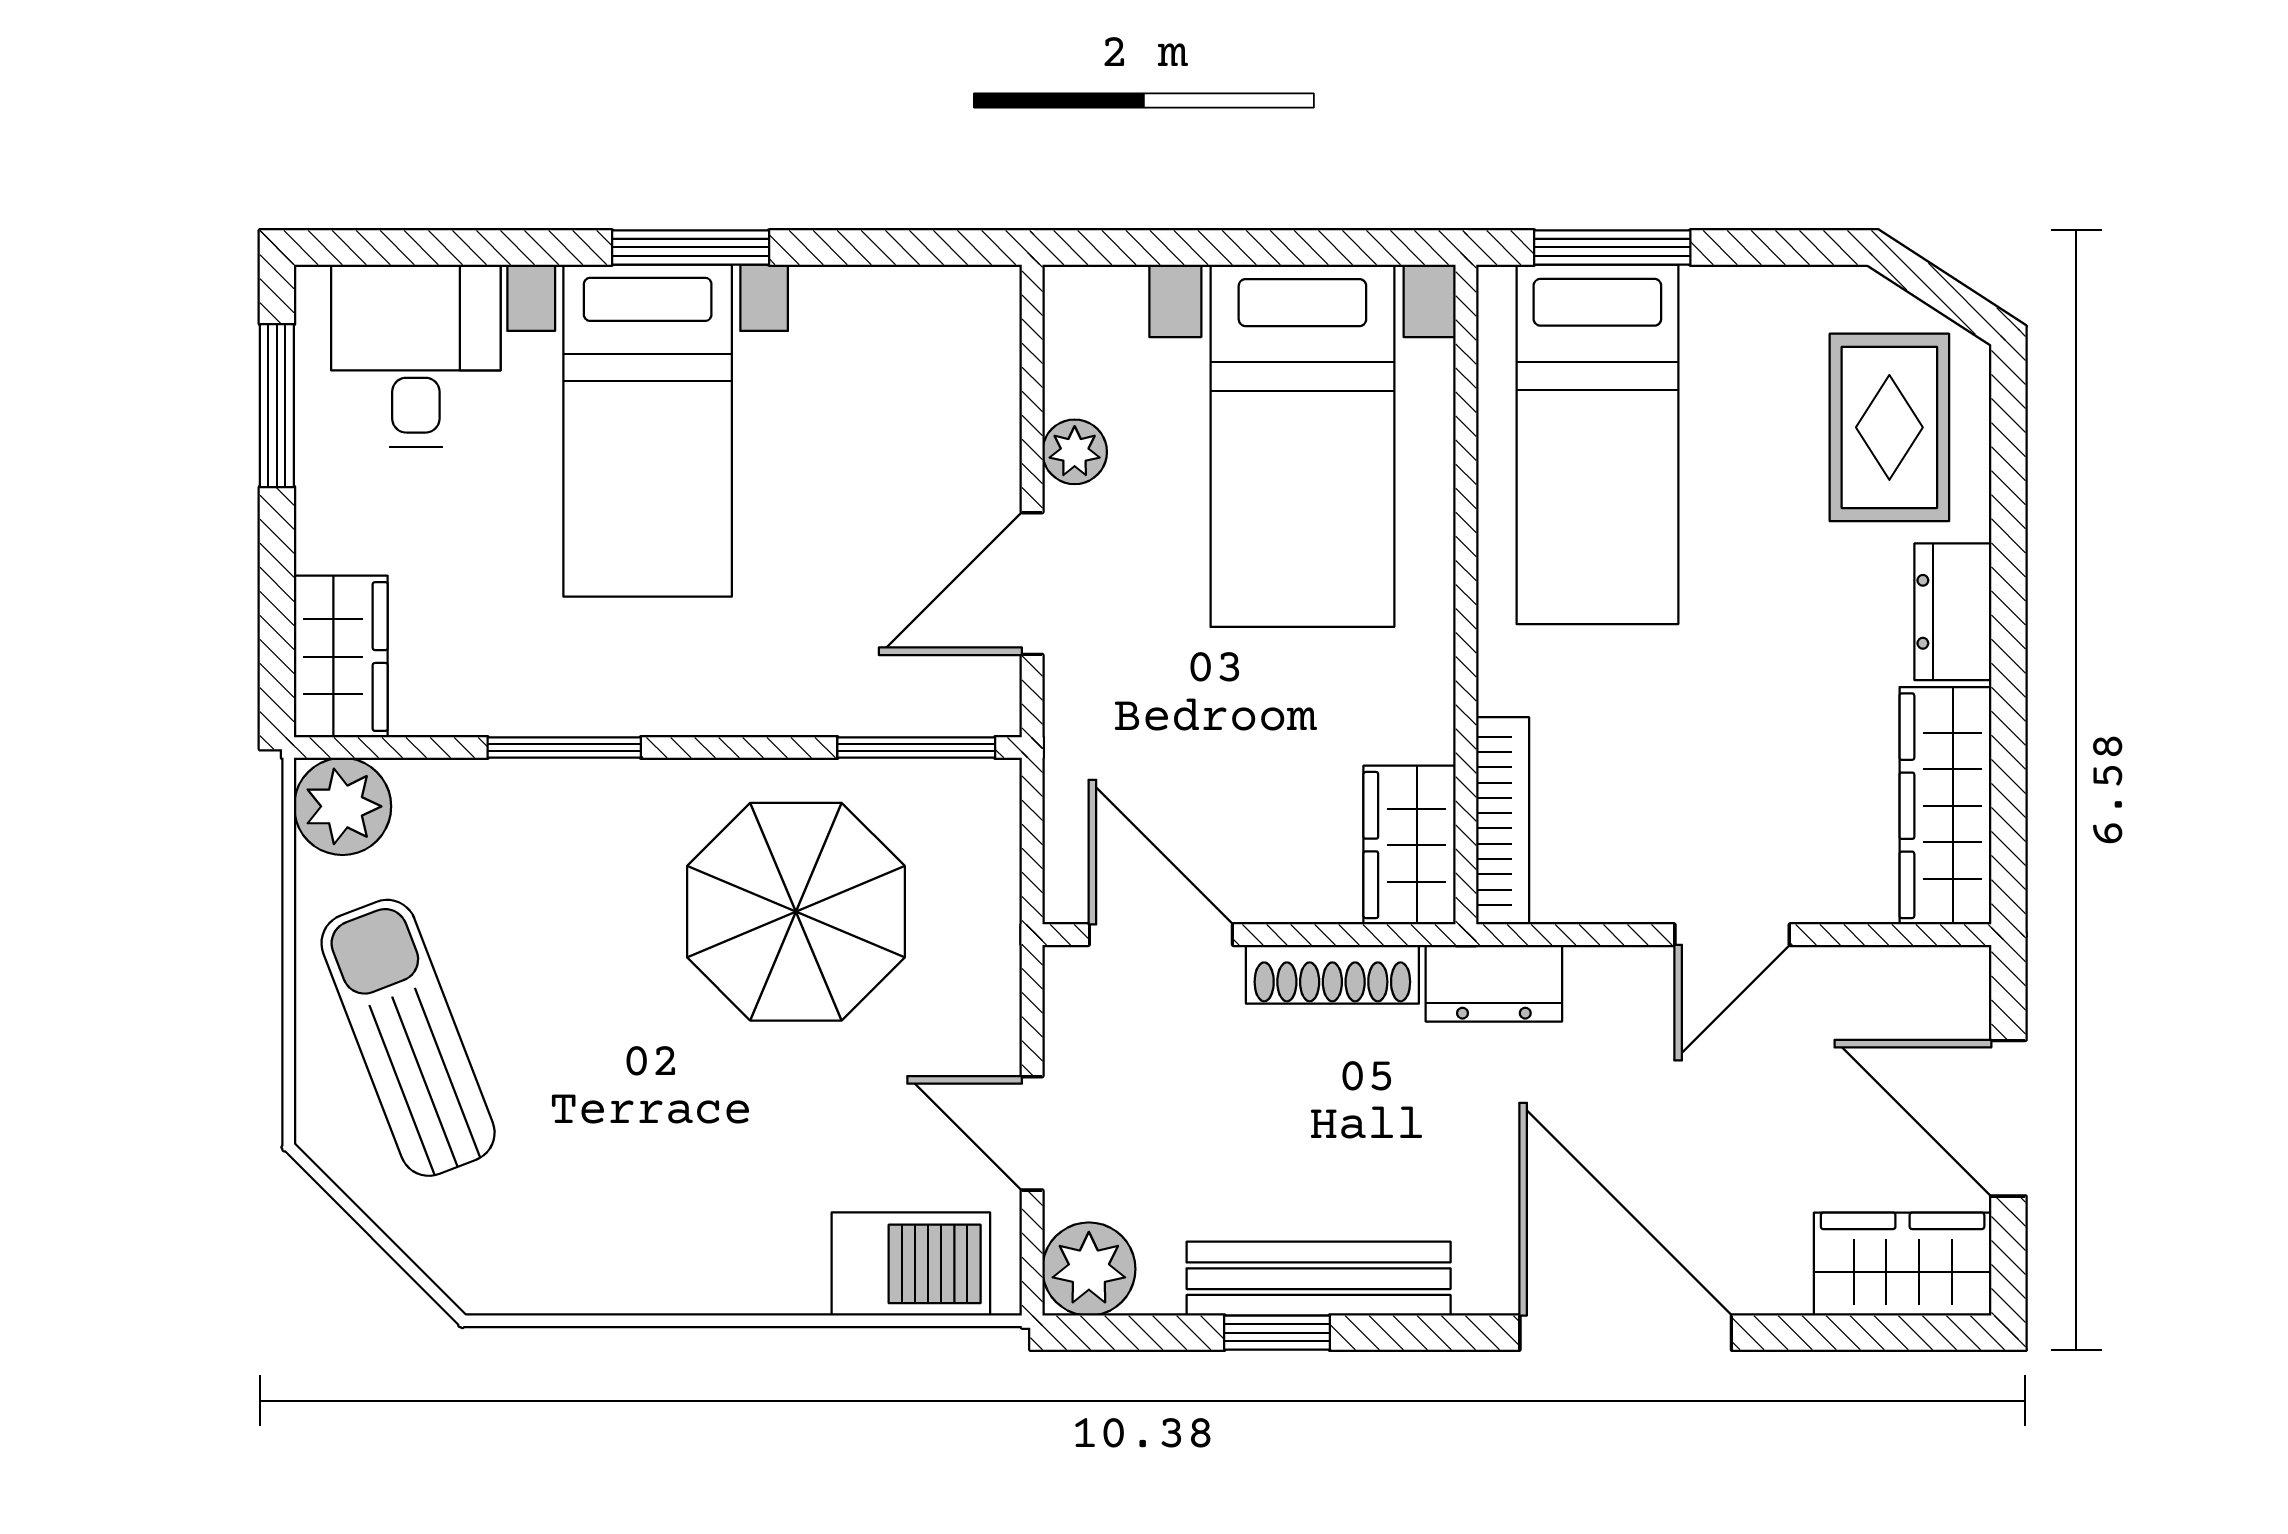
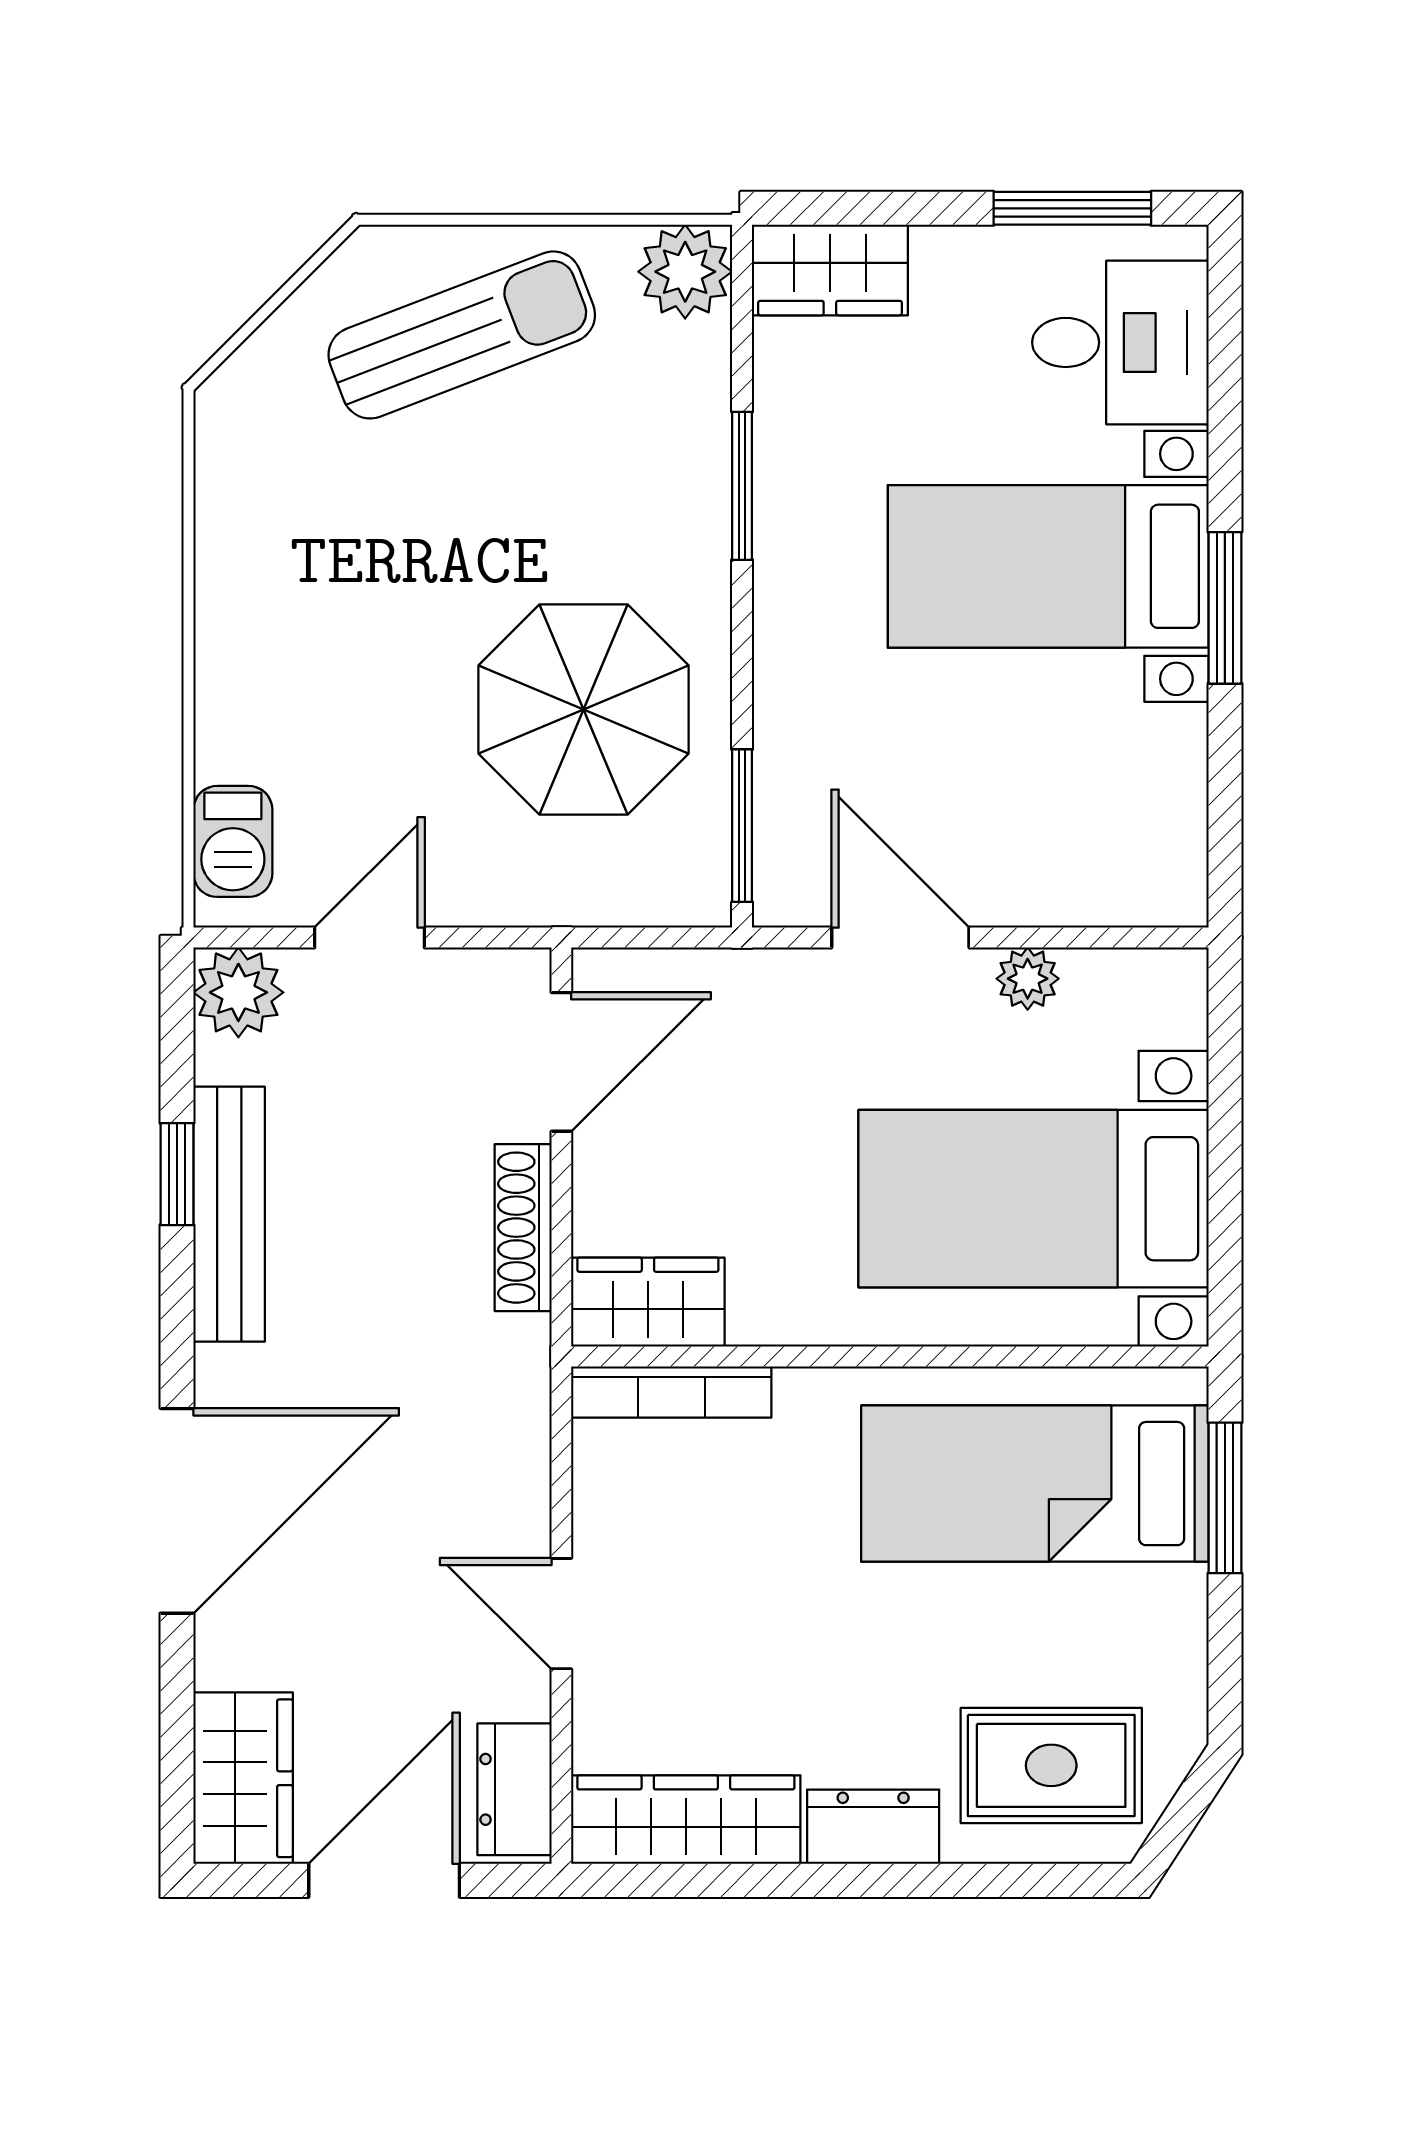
dresser: (1494, 983) -> (514, 1789), moved
barbecue: (911, 1264) -> (233, 841), width x0.73, depth x0.79

